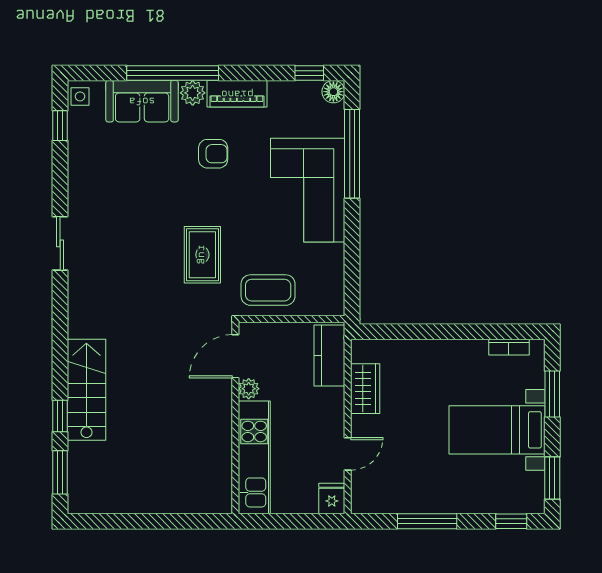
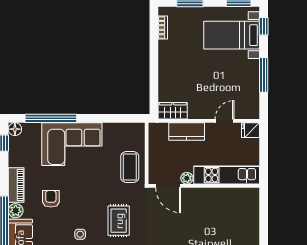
side table: (152, 204) -> (80, 234), added
rug: (202, 255) -> (119, 221), moved, turned 90
kitchen counter: (329, 356) -> (187, 131), moved
wardrobe: (365, 389) -> (173, 111), moved
bed with nightstands: (497, 430) -> (232, 35), moved, turned 90
door: (348, 454) -> (225, 121), hinge flipped

